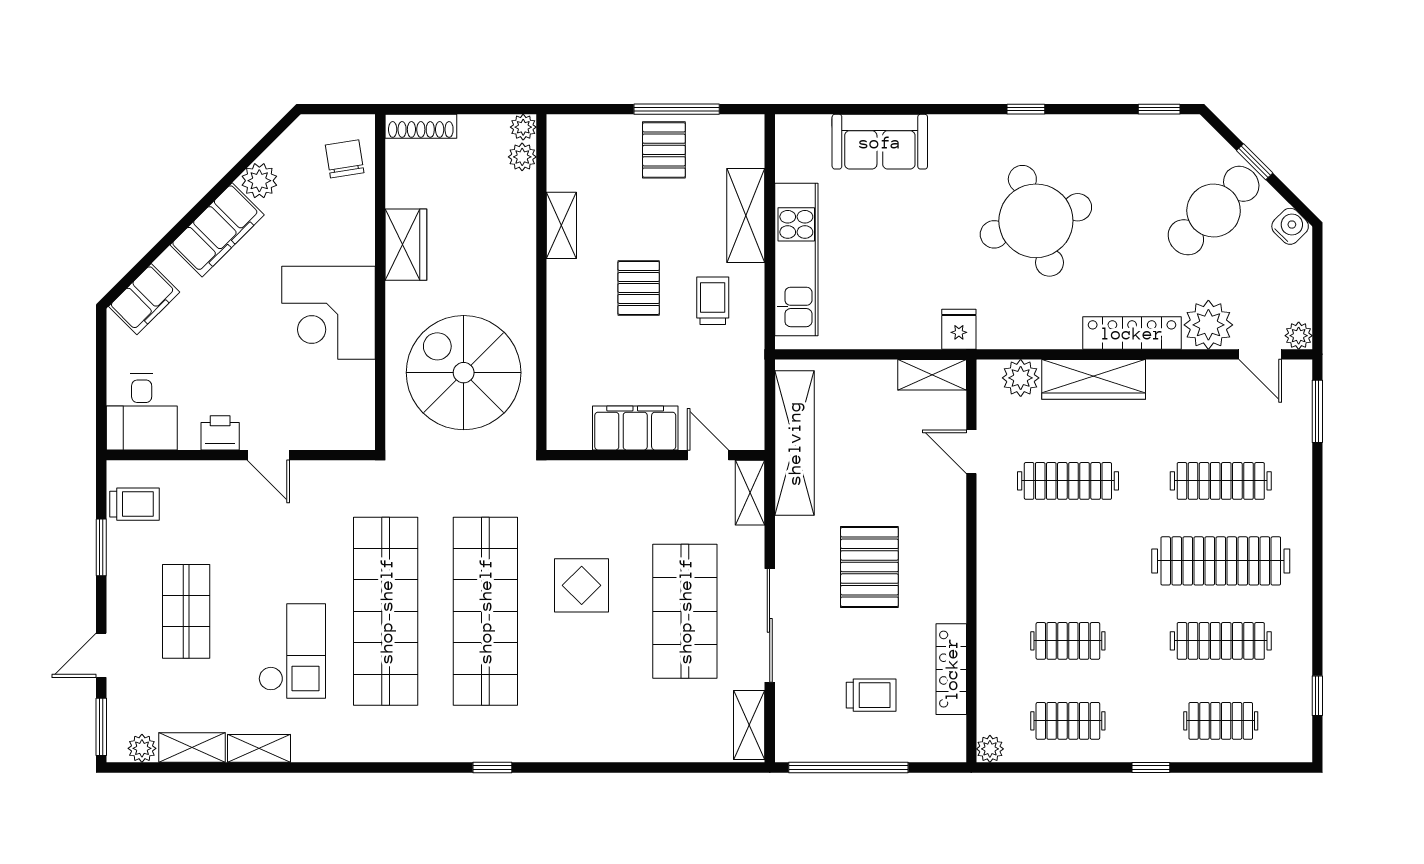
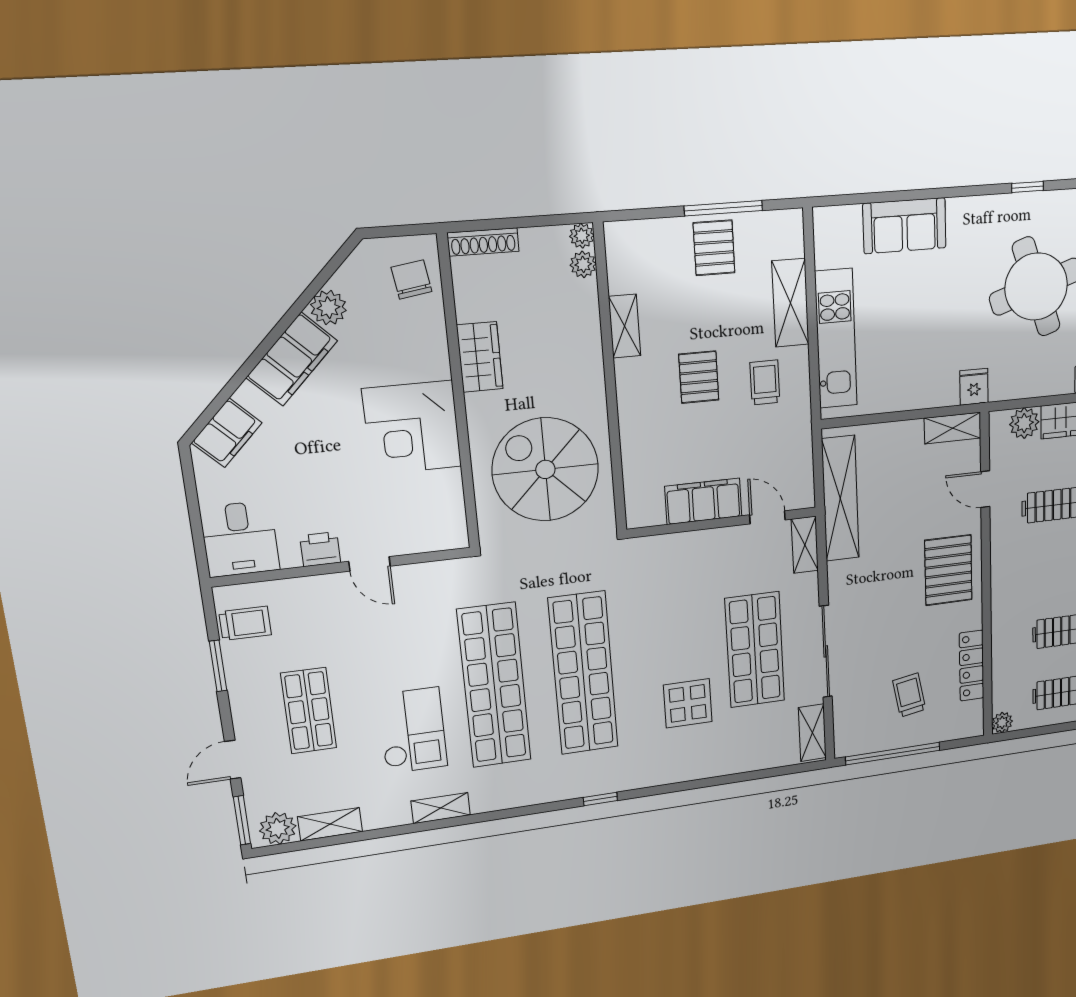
pallet: (869, 567) -> (948, 570), moved
display table: (582, 585) -> (688, 703), moved
trolley: (871, 695) -> (909, 695), turned -100
plant: (142, 748) -> (278, 828), width x1.38, depth x1.38
shelving: (259, 748) -> (441, 808), moved

